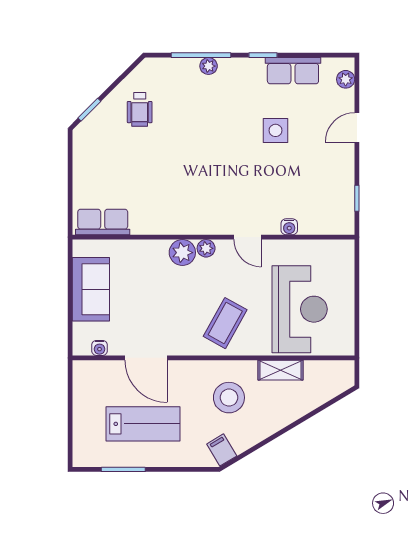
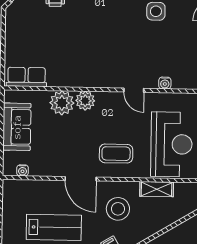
plant: (206, 248) -> (62, 103), moved, width x1.88, depth x1.88
coffee table: (225, 323) -> (116, 154), turned 61
door: (146, 358) -> (81, 179), moved

